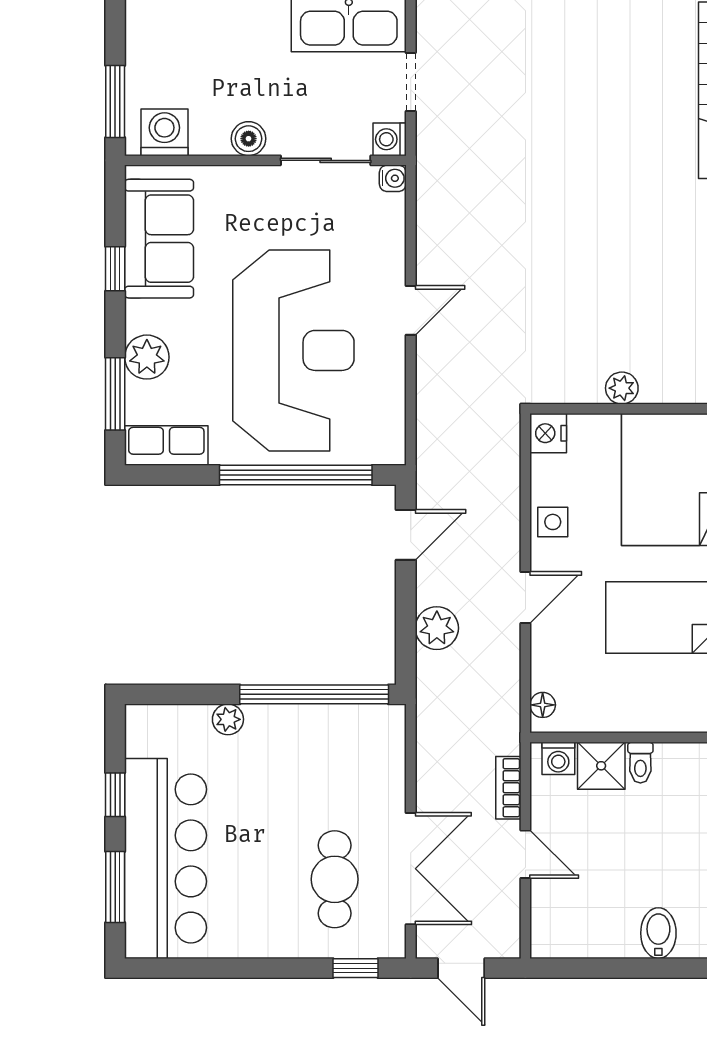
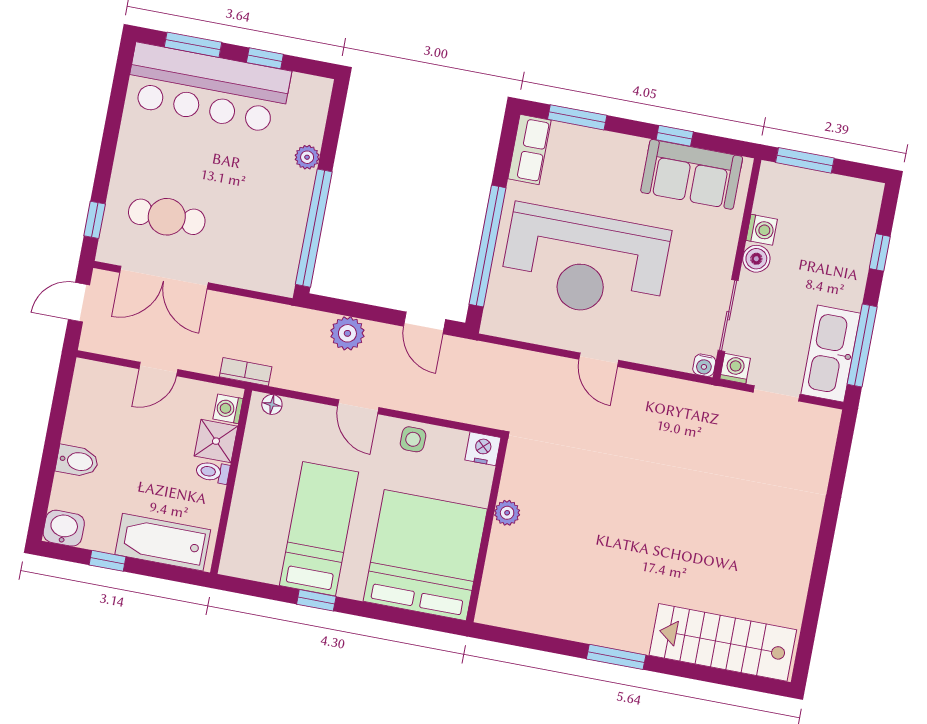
washing machine: (164, 132) -> (762, 230), moved, width x0.73, depth x0.73
plant: (147, 357) -> (601, 147), removed
bookcase: (508, 788) -> (246, 372), moved

